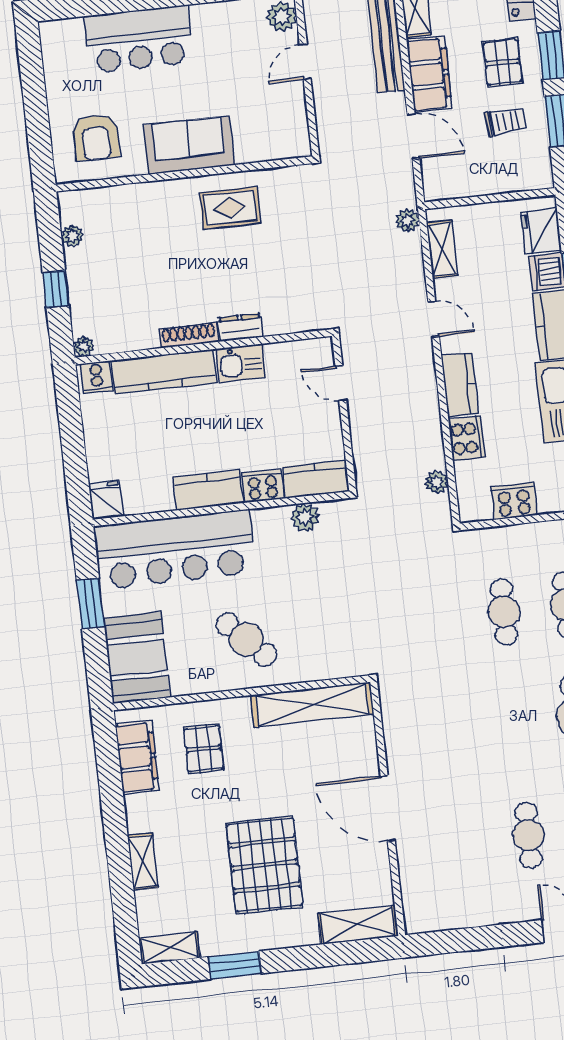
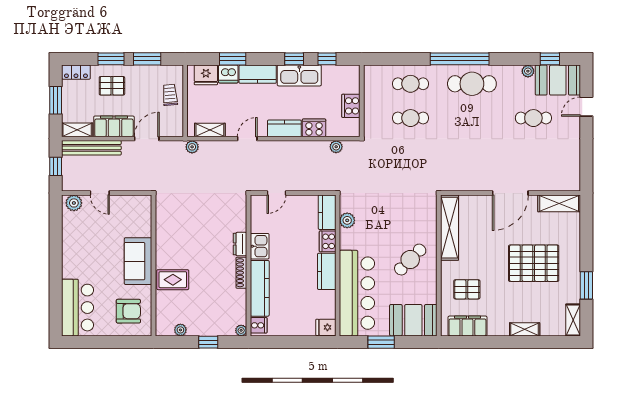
bar counter: (139, 39) -> (78, 308), moved
trolley: (505, 121) -> (170, 95), moved
rug: (230, 208) -> (173, 280), moved, turned 90
shelving: (358, 925) -> (559, 203), moved, turned 90

